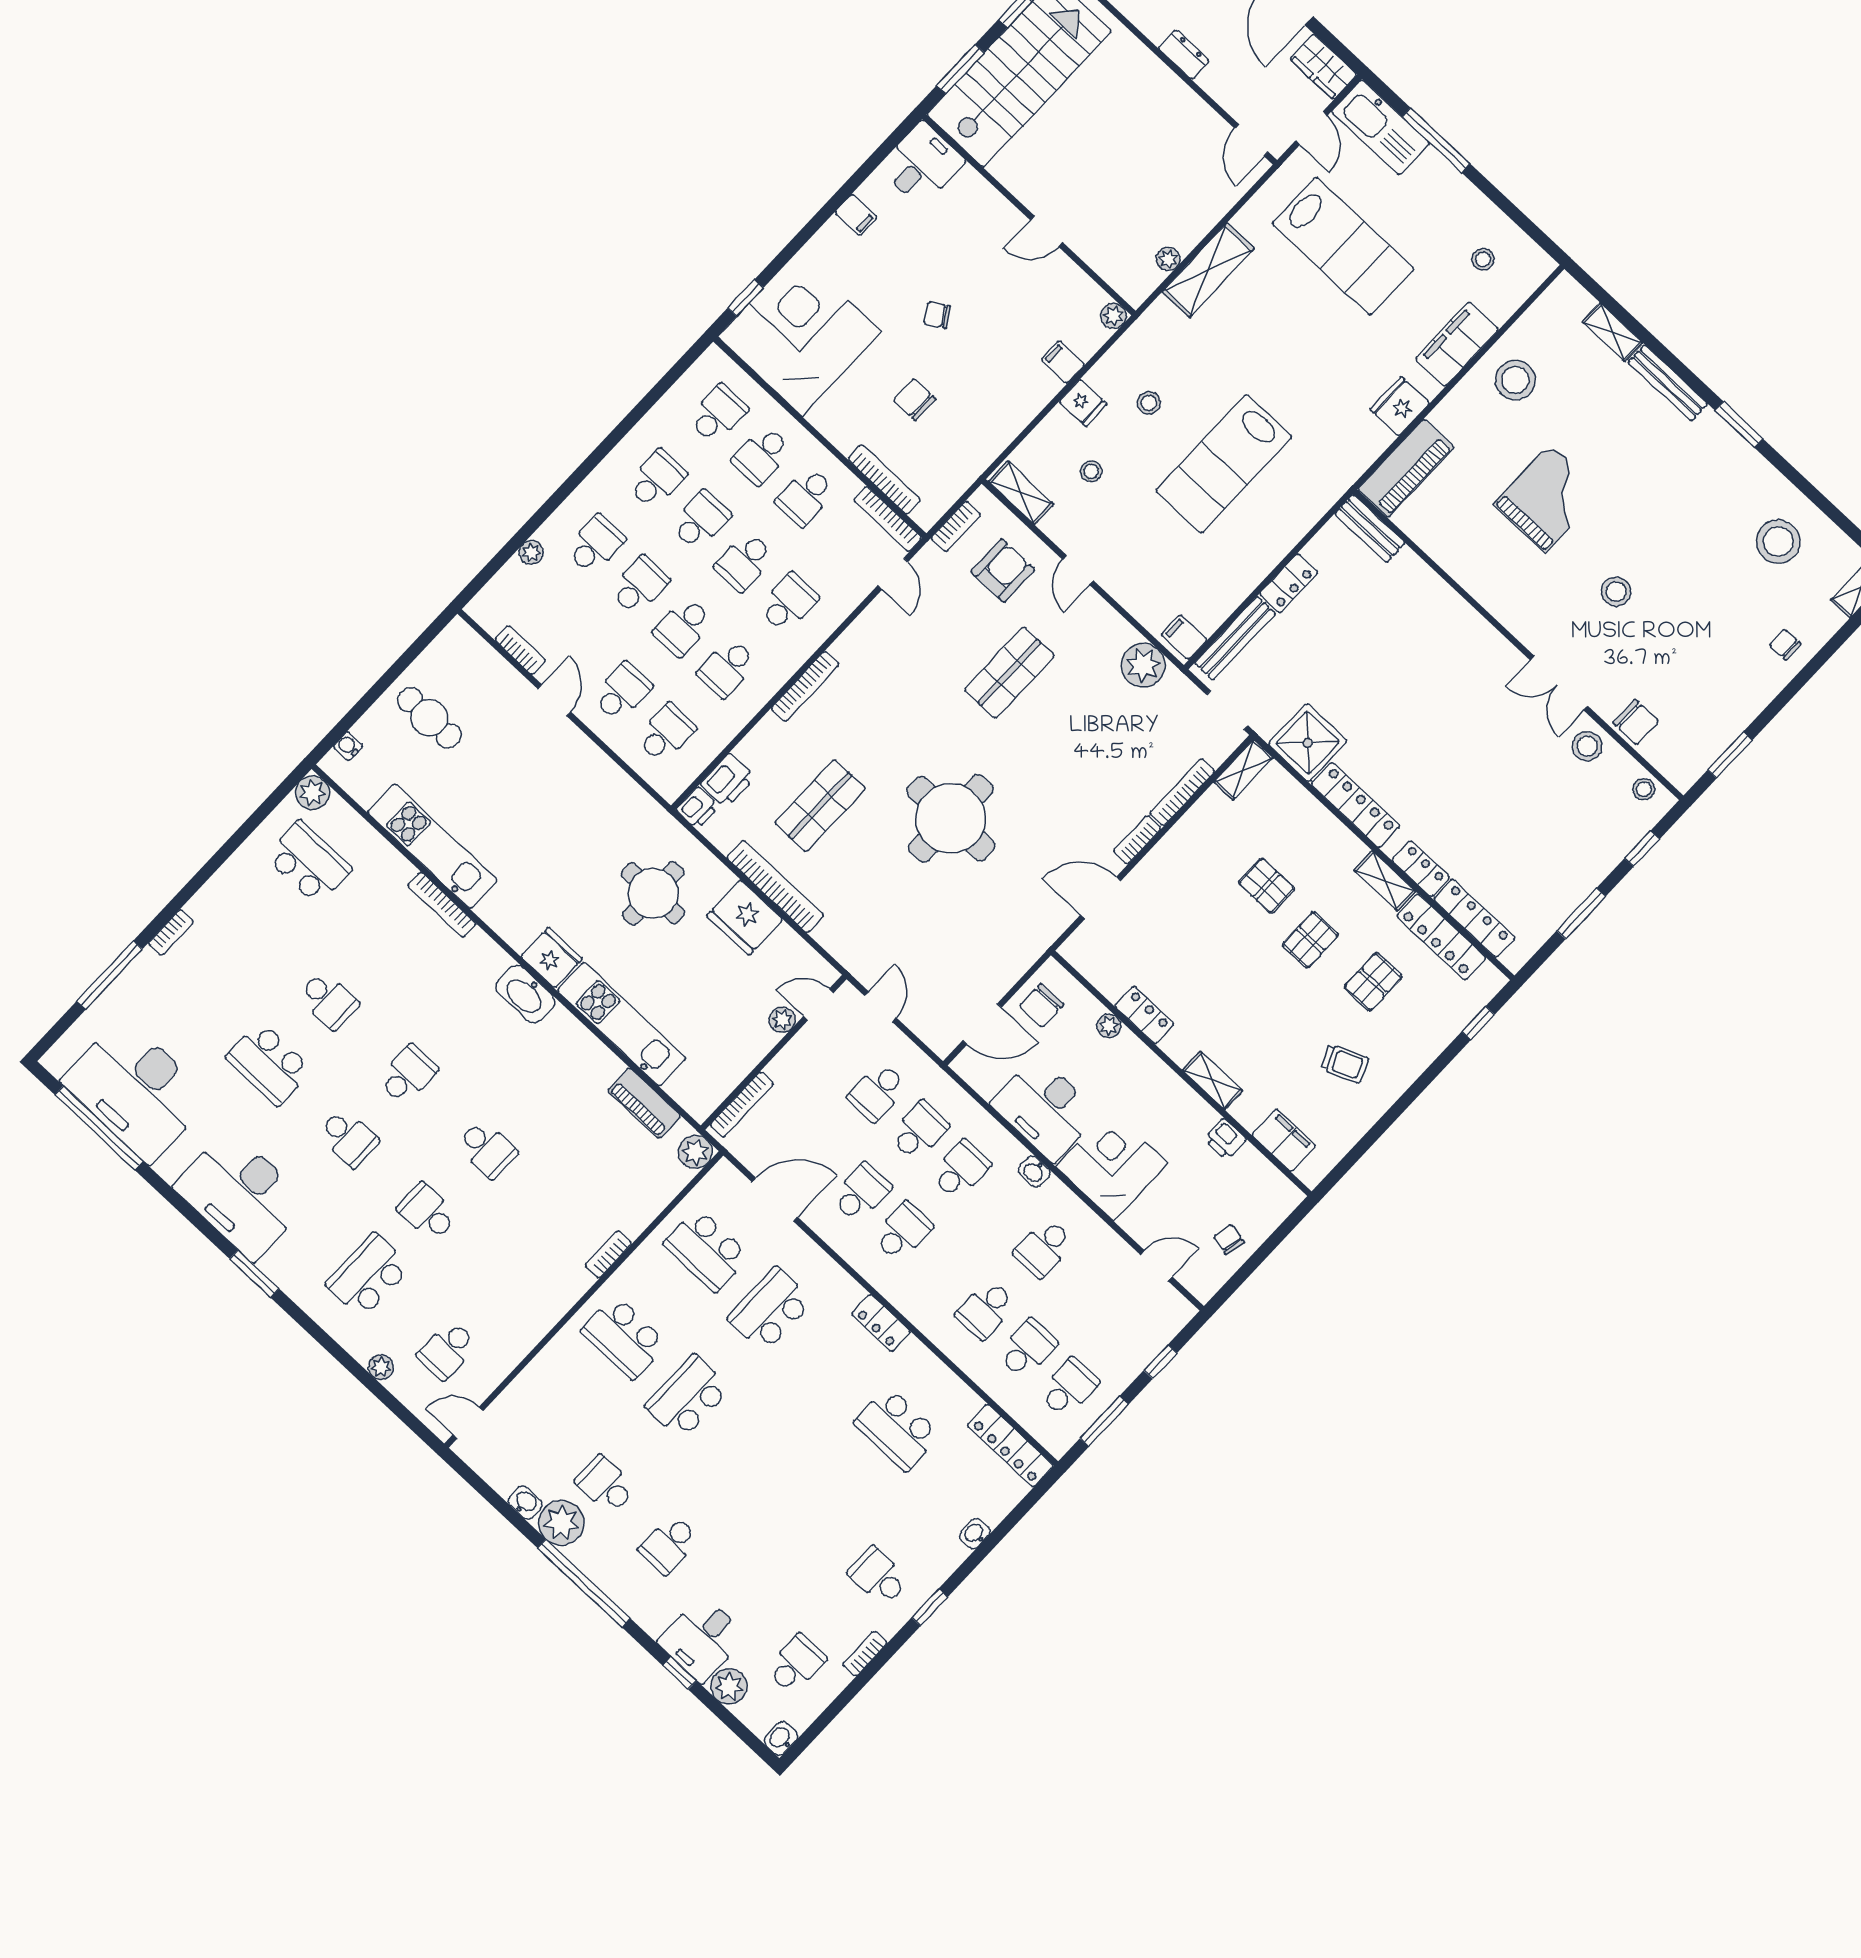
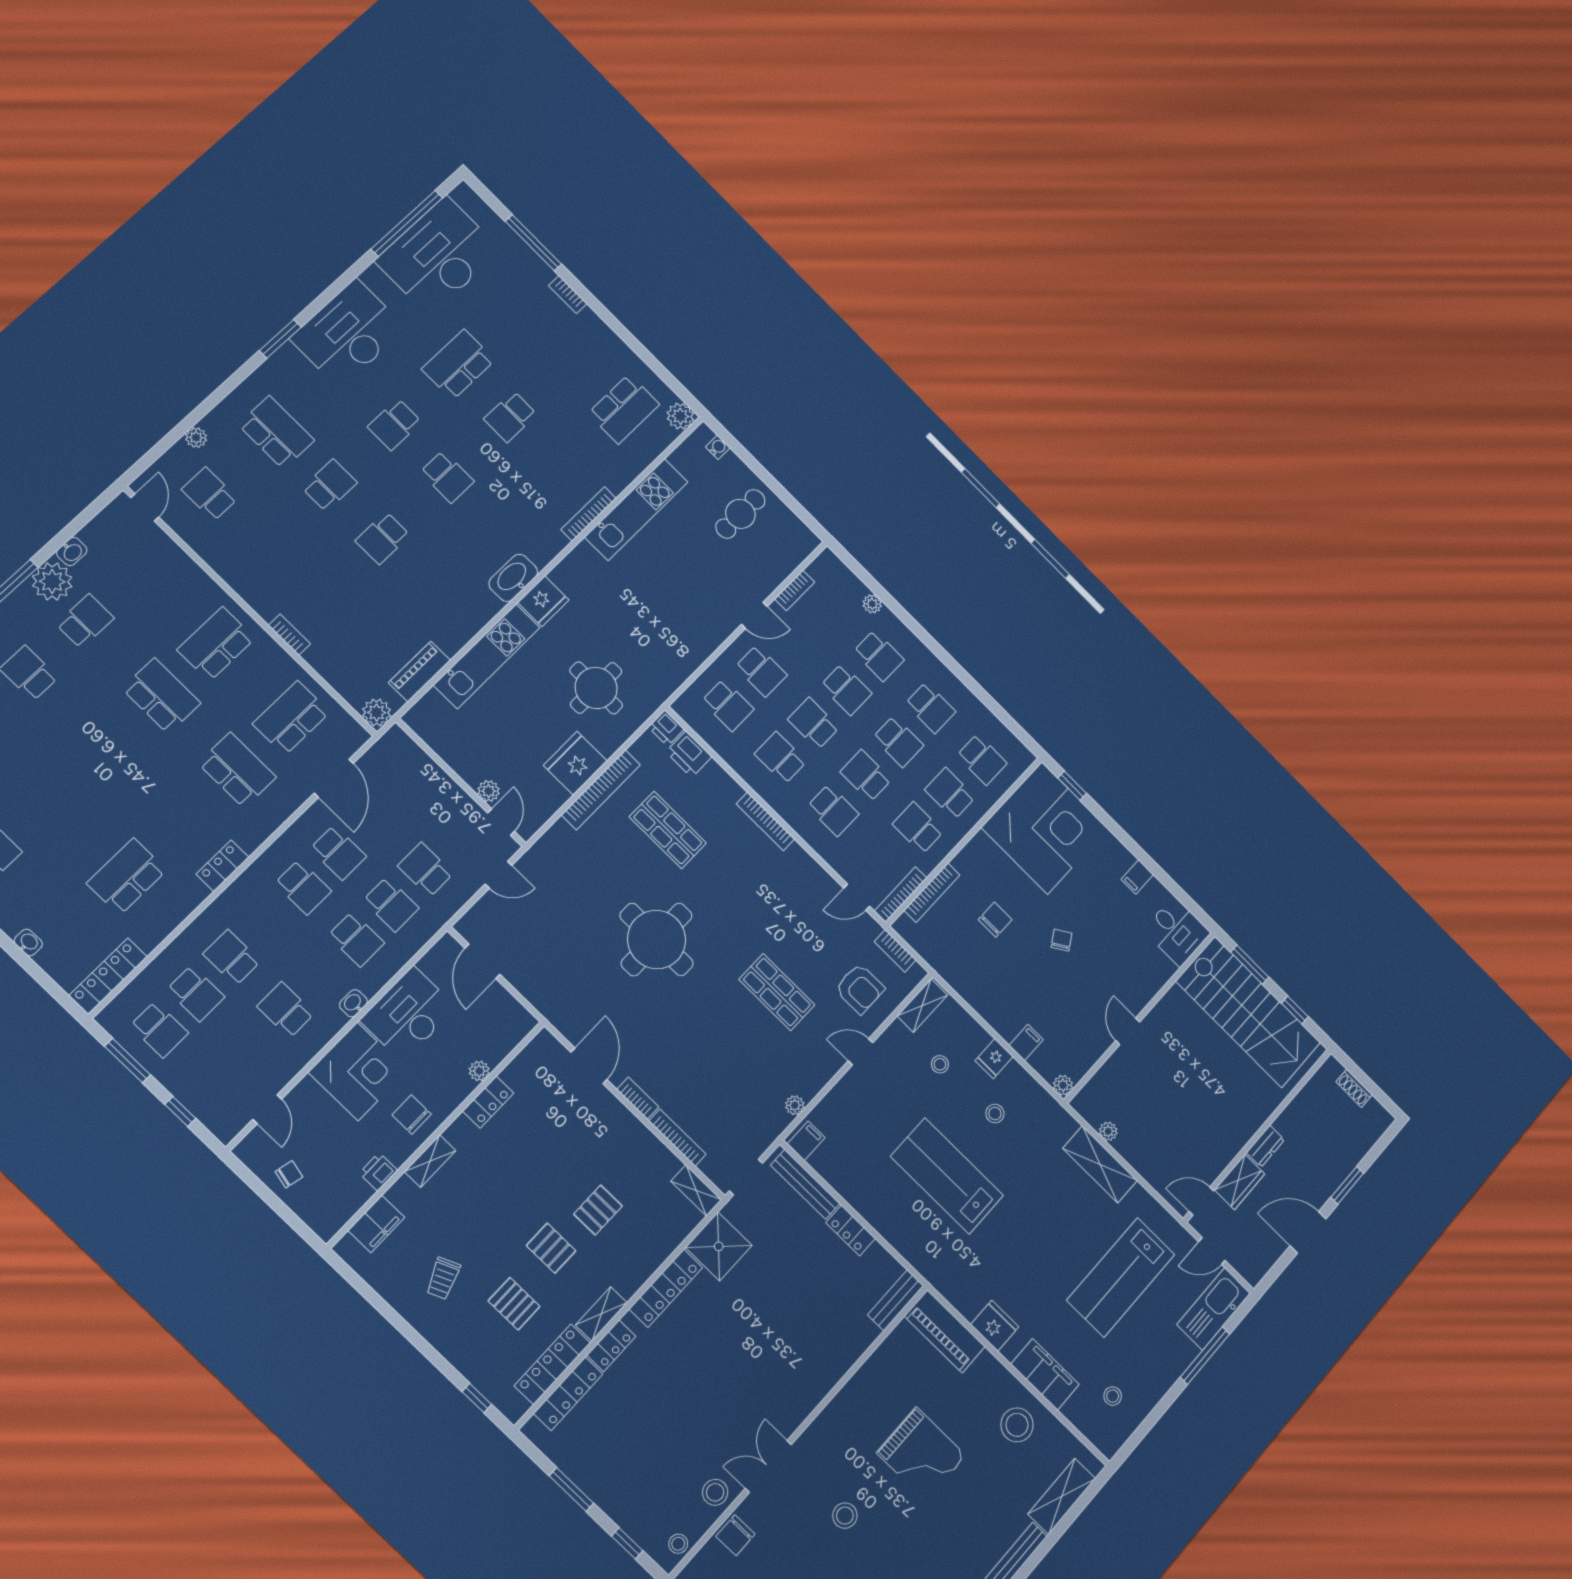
wardrobe: (1323, 67) -> (1240, 1182), moved, turned 180
shelving: (1612, 332) -> (1062, 1496), width x1.50, depth x1.33
plant: (1143, 665) -> (795, 1105), width x0.53, depth x0.53
chair: (1042, 1005) -> (412, 1115), moved
bookcase: (742, 1104) -> (417, 754), removed

